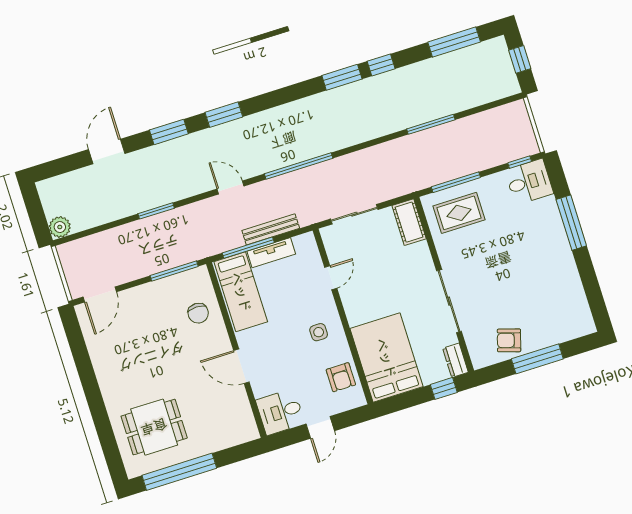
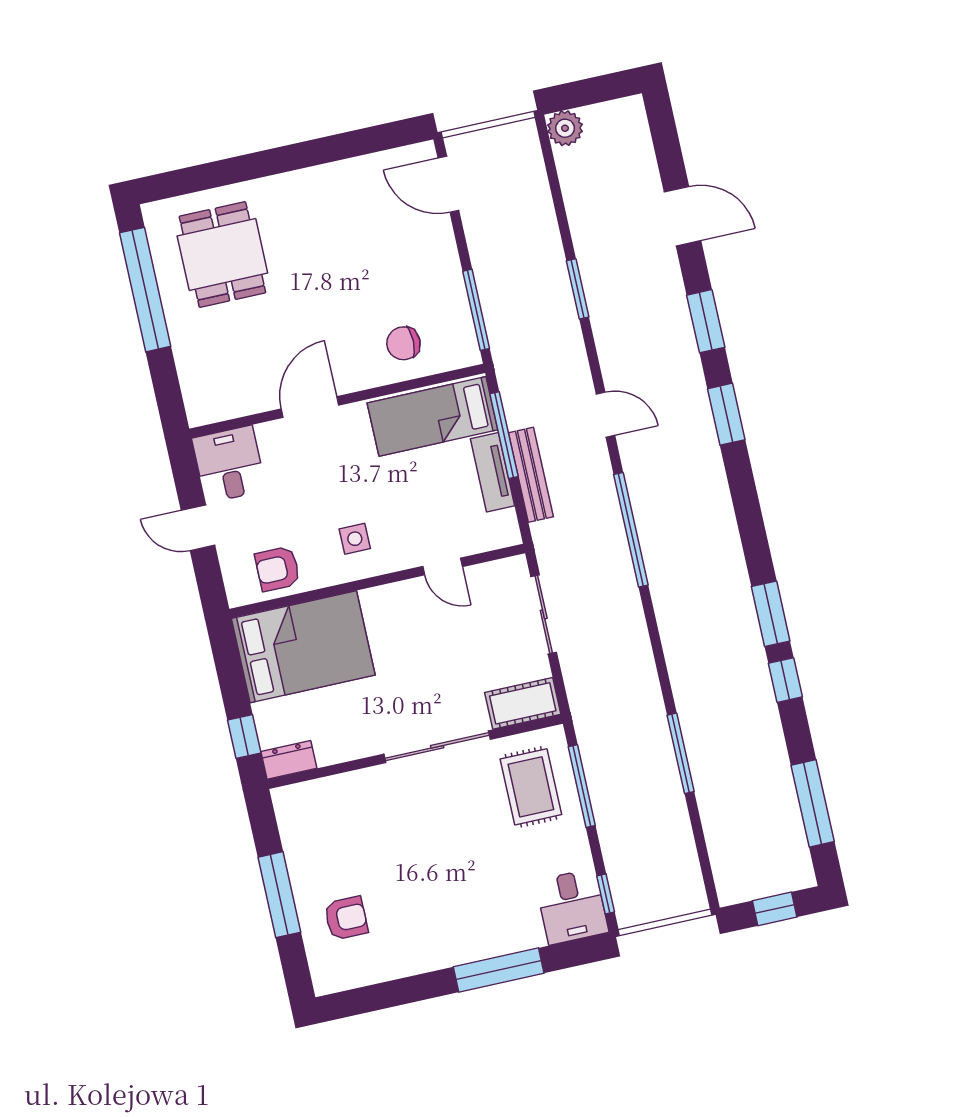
door: (231, 187) -> (605, 415), hinge flipped
sliding door: (449, 301) -> (437, 747), moved
armchair: (509, 340) -> (346, 918), moved, turned 73

